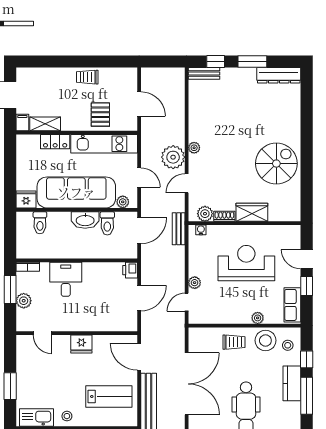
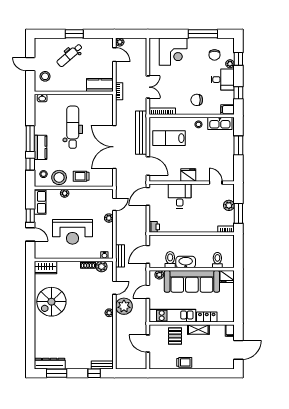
window: (252, 62) -> (57, 373), moved
shelving: (45, 124) -> (198, 330), moved
door: (139, 177) -> (148, 292), hinge flipped
wardrobe: (252, 212) -> (45, 268), moved
desk: (66, 279) -> (180, 196), moved, turned 180
door: (139, 298) -> (148, 196), moved

